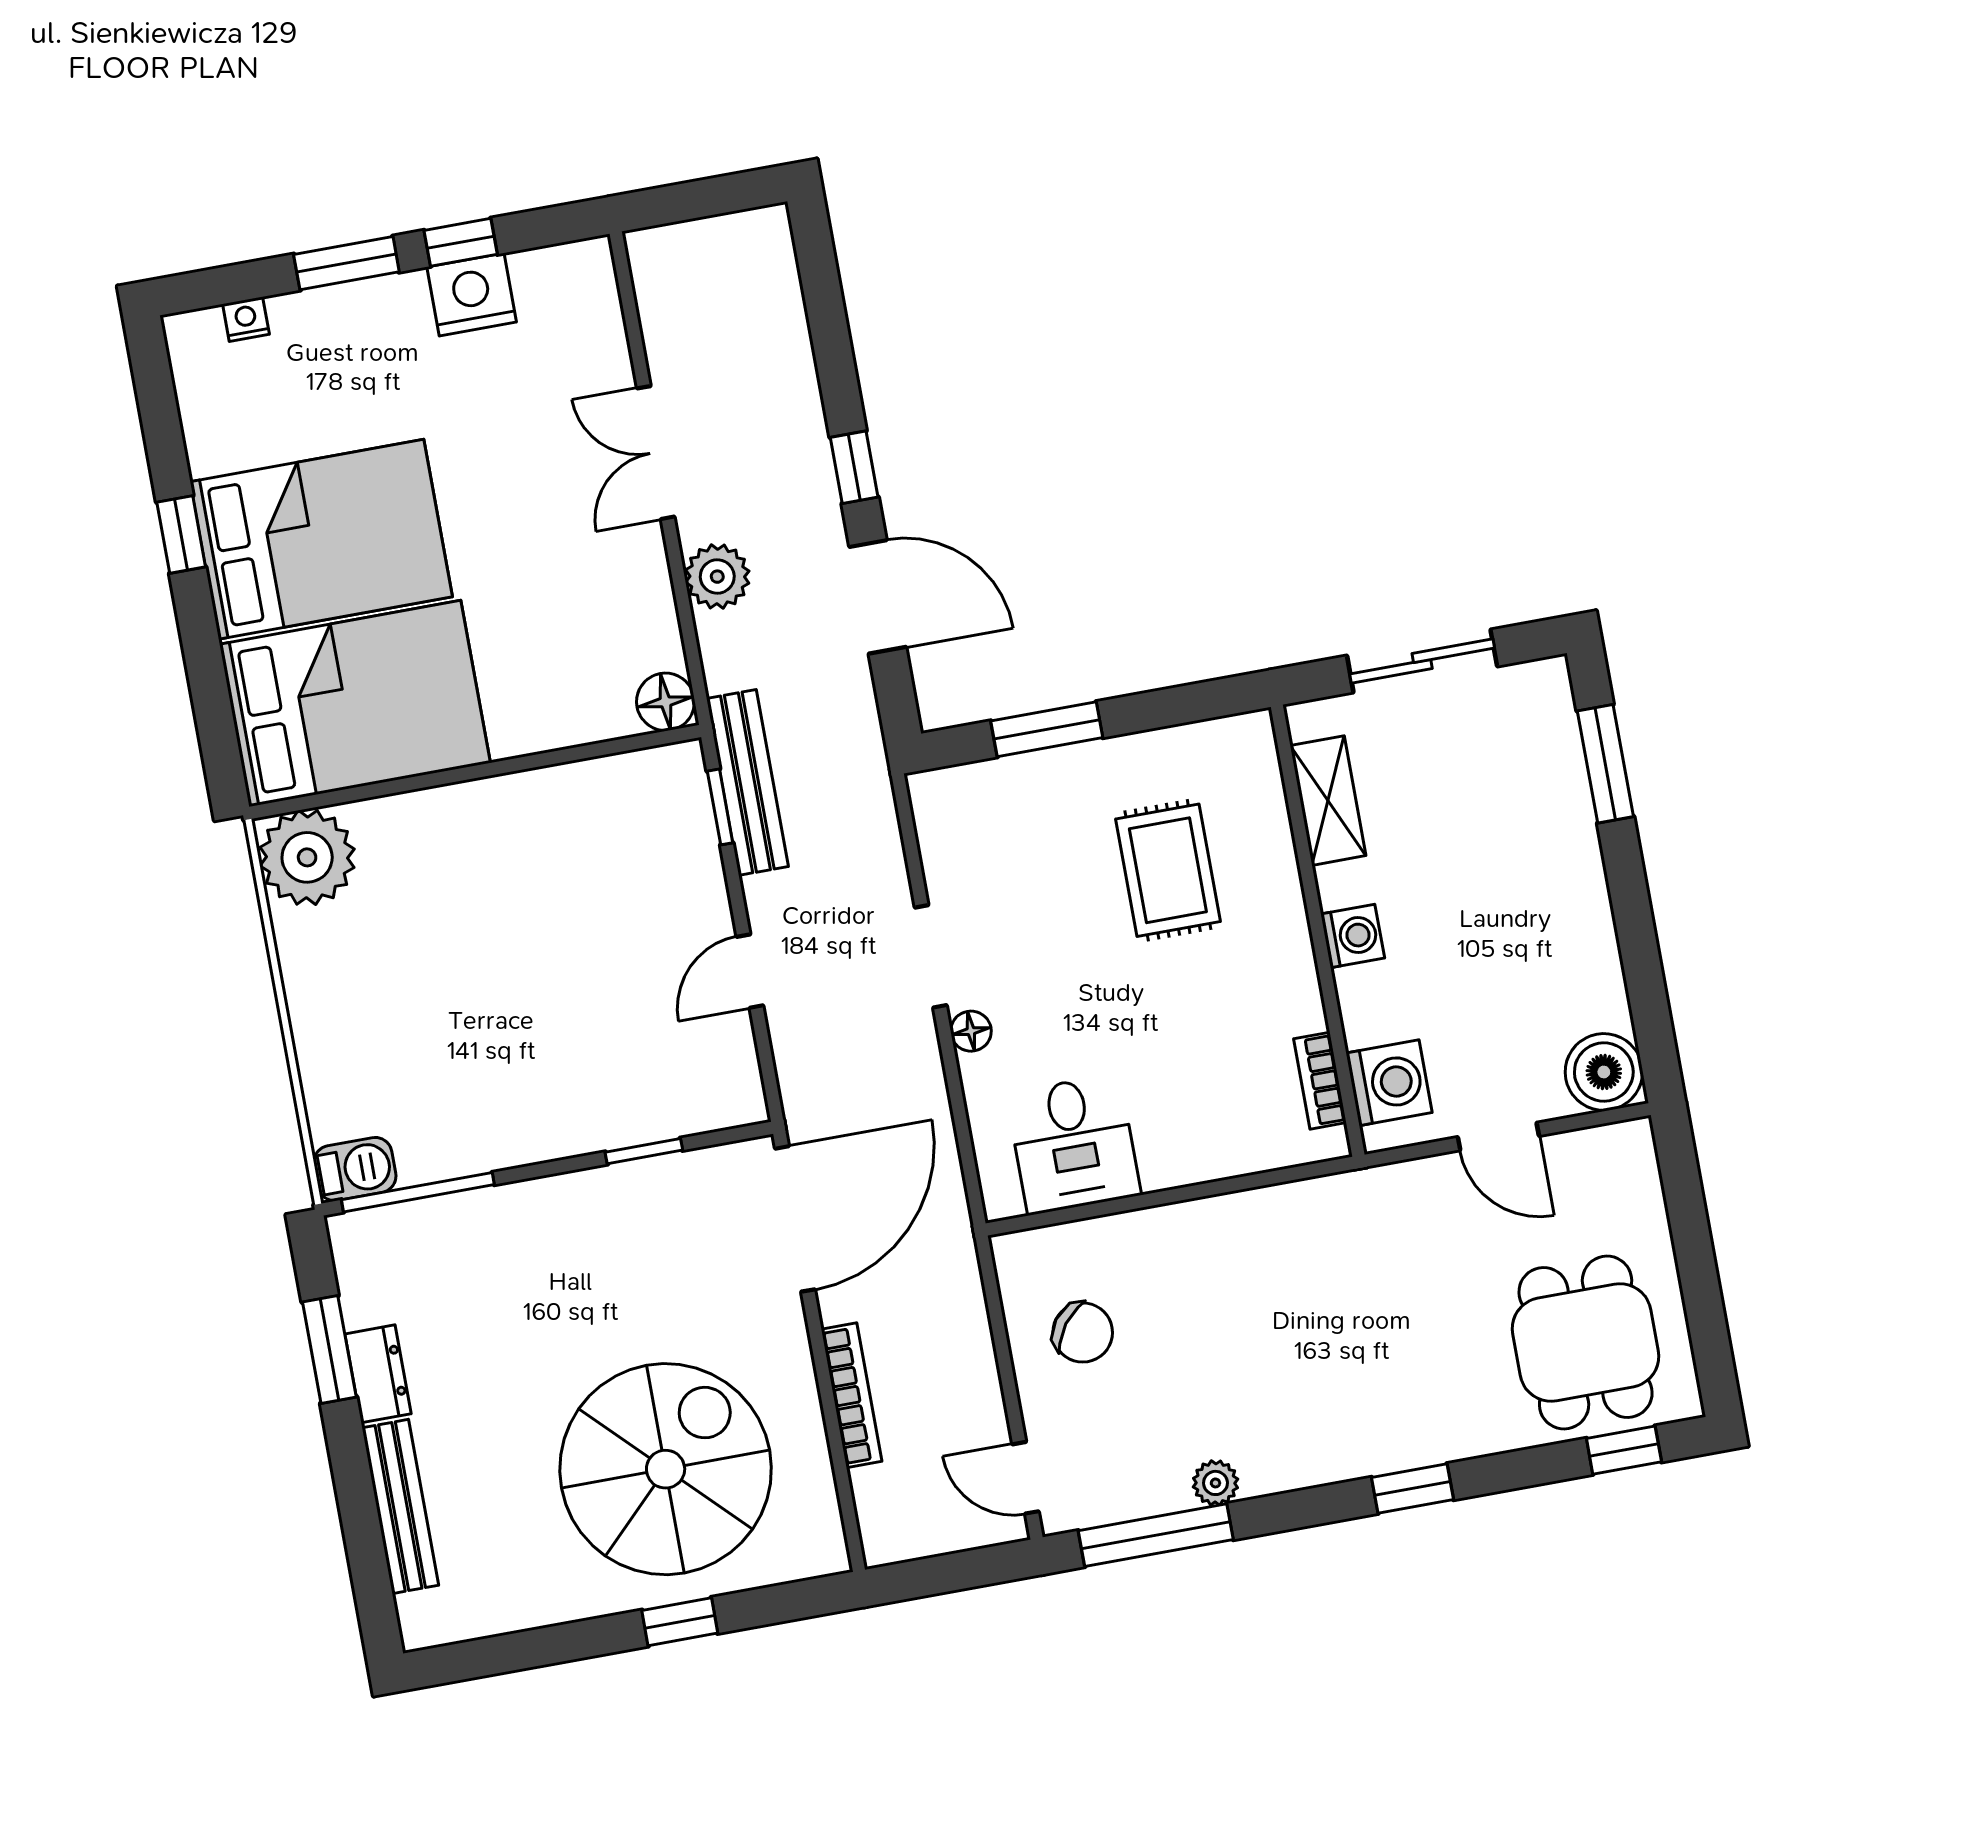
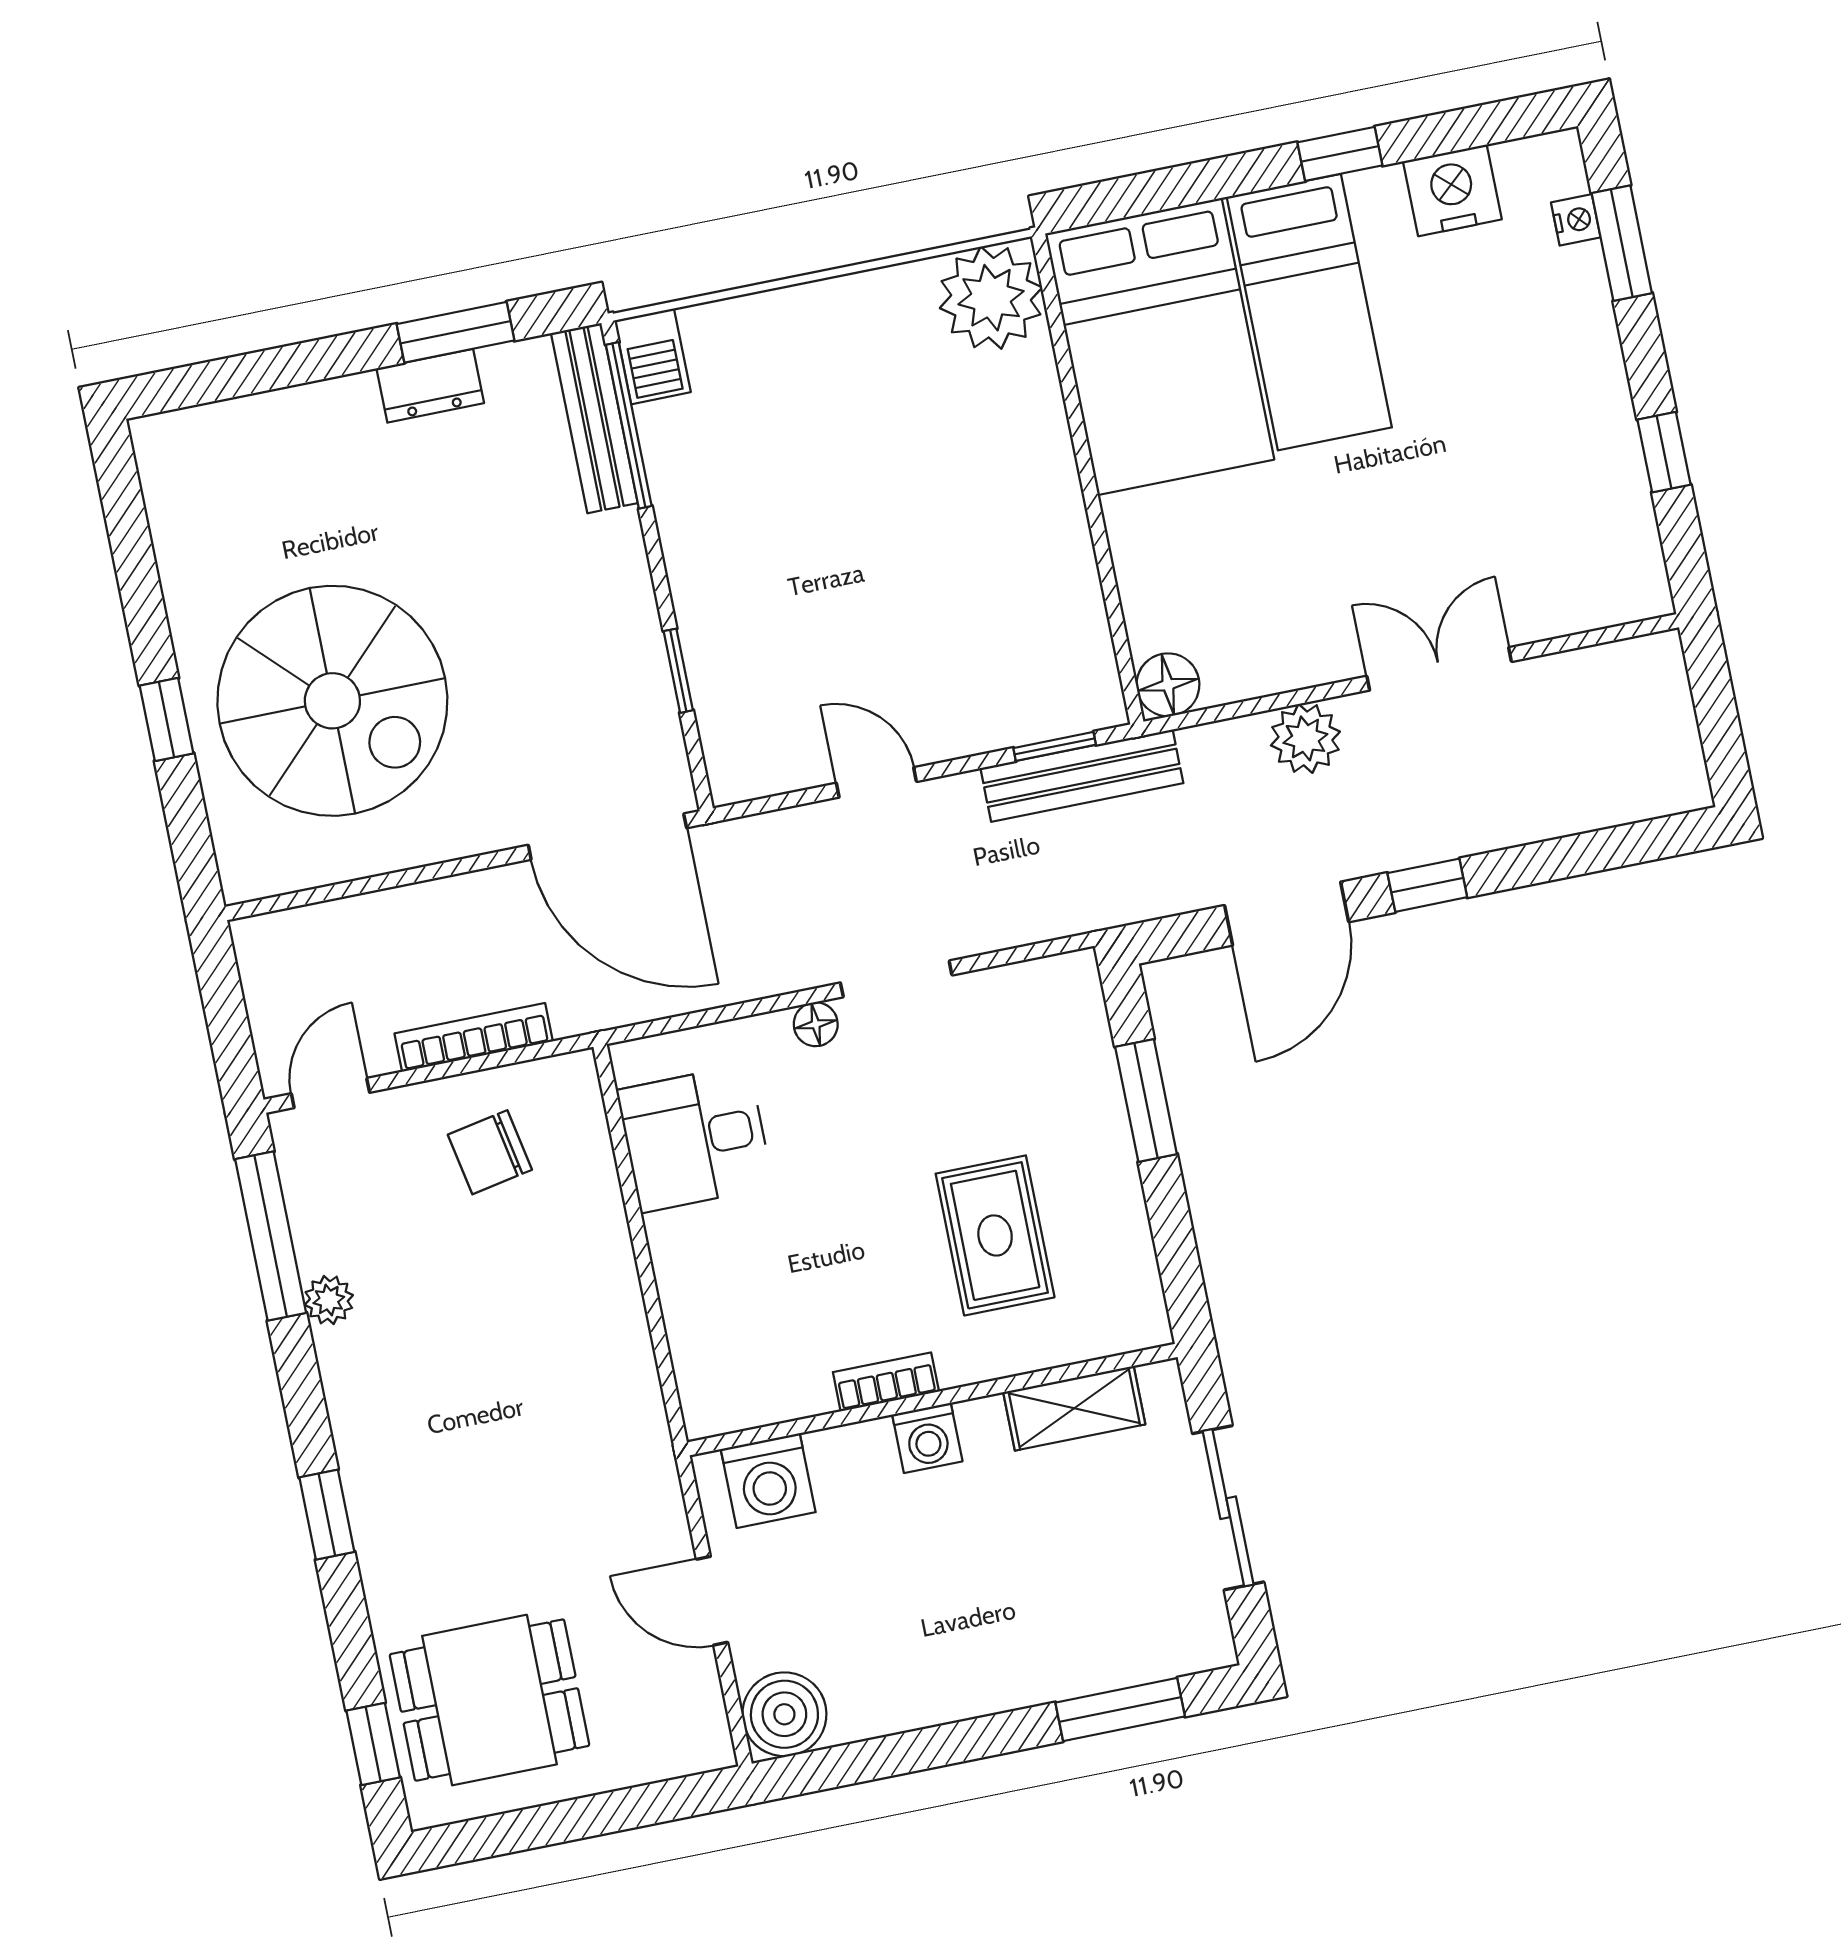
window: (346, 263) -> (1622, 243), moved
nightstand: (472, 294) -> (1452, 190), moved, turned -90
bed: (321, 539) -> (1309, 312), width x0.67
rug: (1168, 870) -> (995, 1235), turned 90
bookcase: (1320, 1081) -> (886, 1382), moved
door: (1498, 1136) -> (712, 1601), hinge flipped
chair: (1083, 1333) -> (490, 1152), turned 42
bookcase: (851, 1395) -> (474, 1037), moved, turned 180
bench: (400, 1506) -> (594, 418), moved, turned 90

